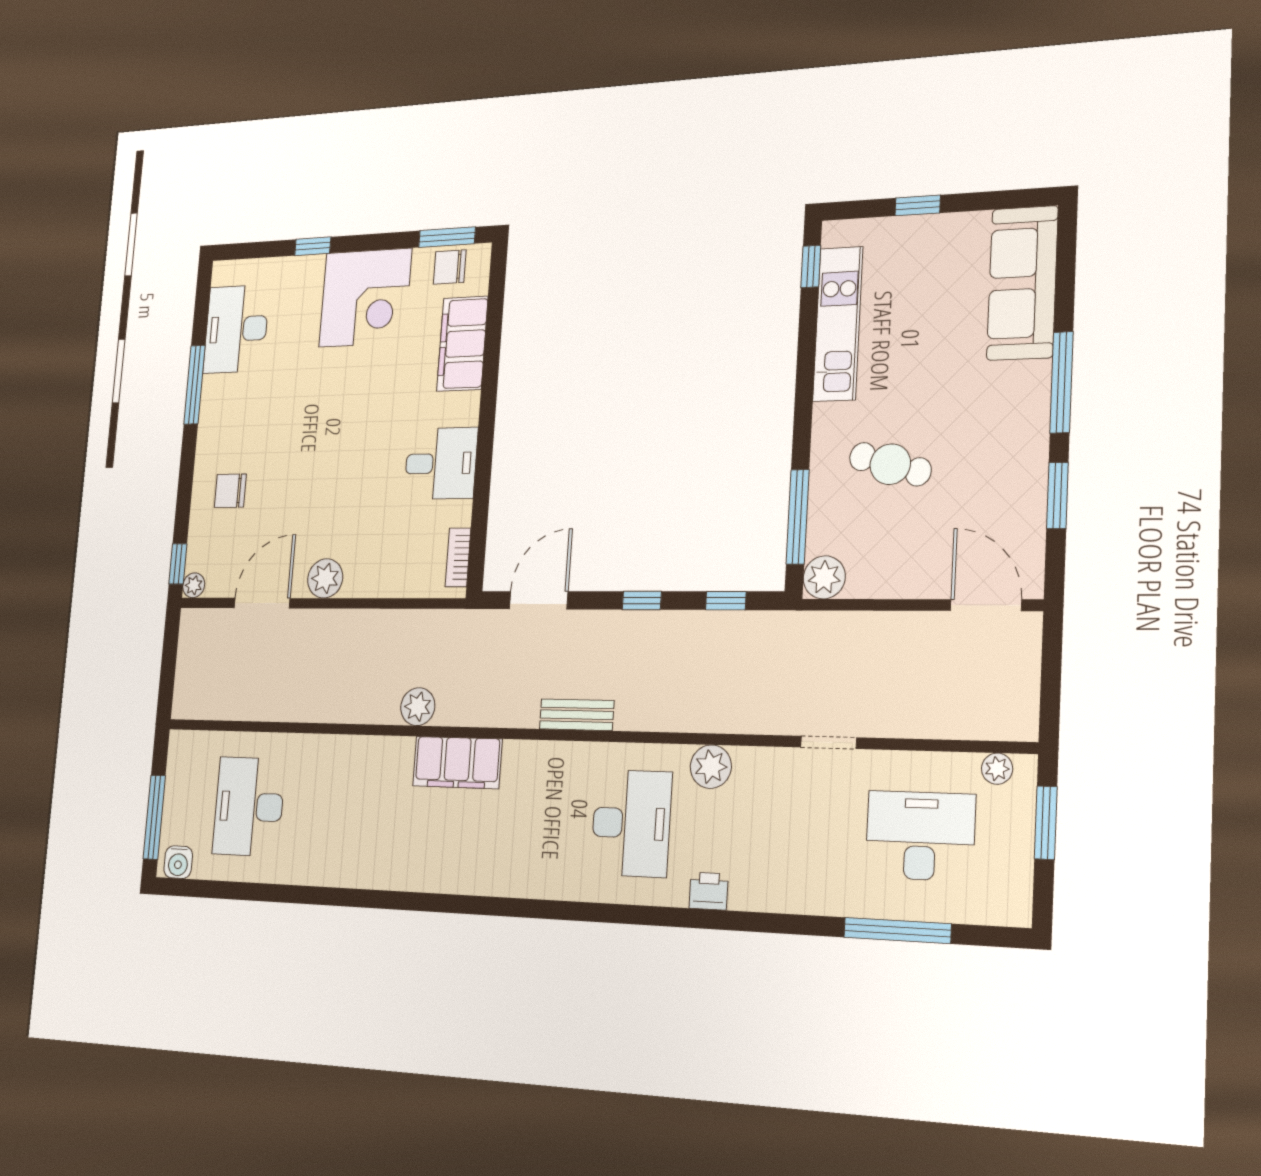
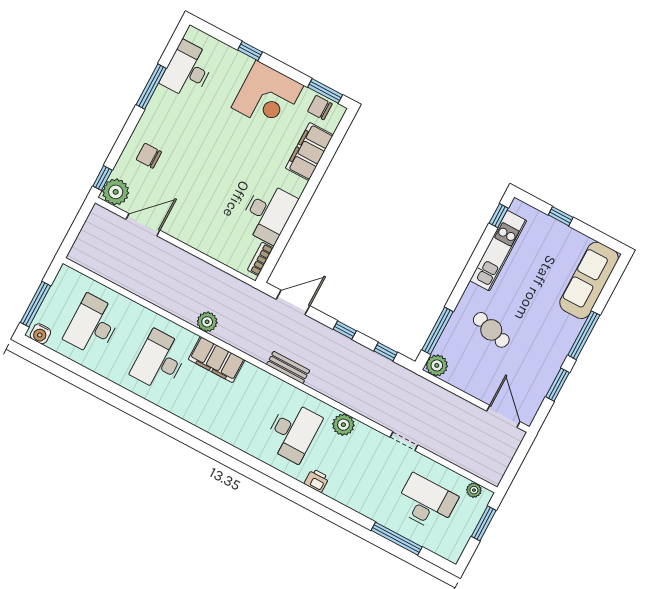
desk: (441, 463) -> (268, 213), width x1.37
plant: (325, 578) -> (184, 231), removed
plant: (194, 585) -> (116, 192), width x1.88, depth x1.88
desk: (370, 812) -> (159, 361), added

